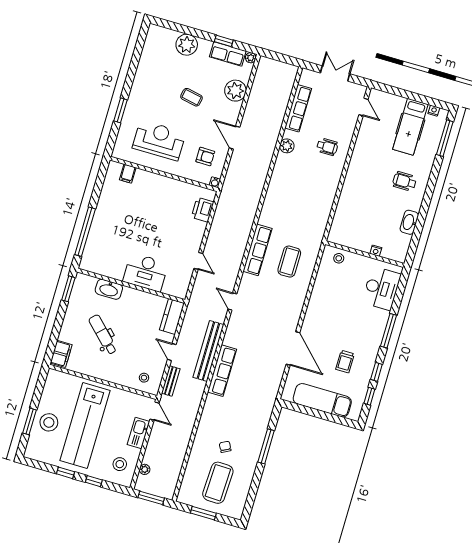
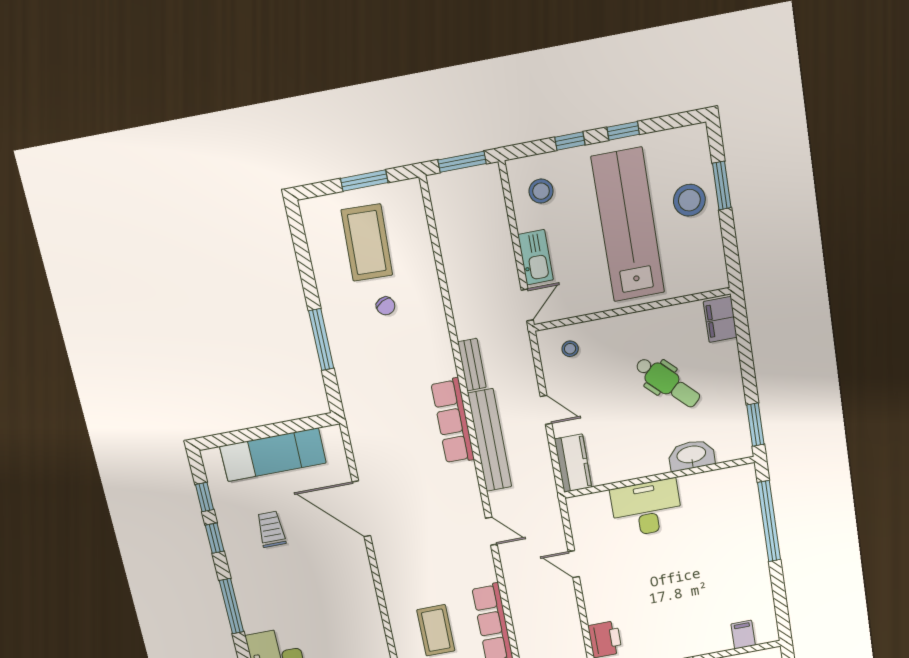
bench: (171, 381) -> (472, 365), moved
door: (154, 411) -> (527, 305), swing flipped
plant: (145, 469) -> (496, 203), removed

